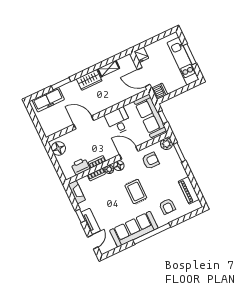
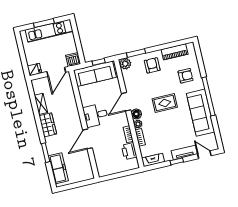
desk: (118, 121) -> (96, 115), moved
floor lamp: (58, 148) -> (107, 169), removed
armchair: (151, 161) -> (152, 65), moved

